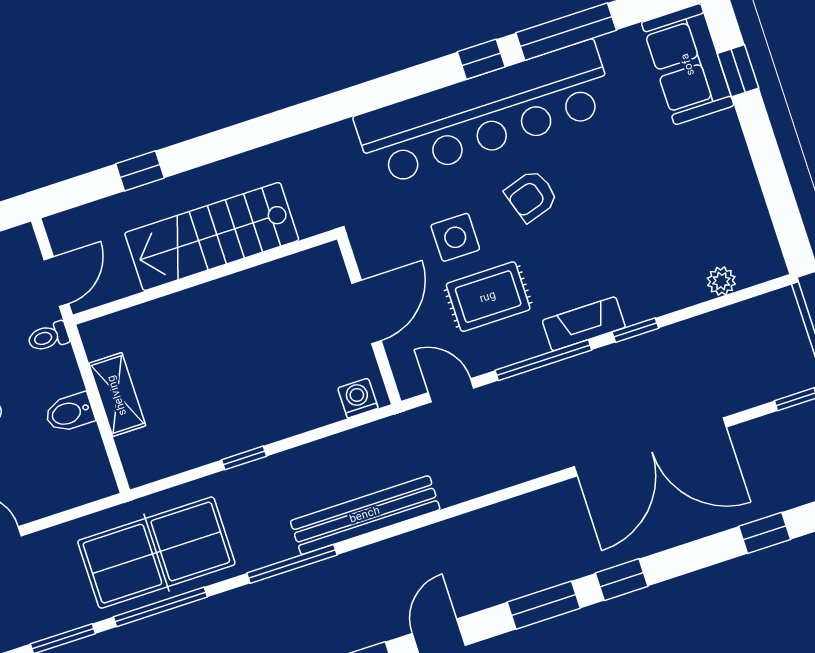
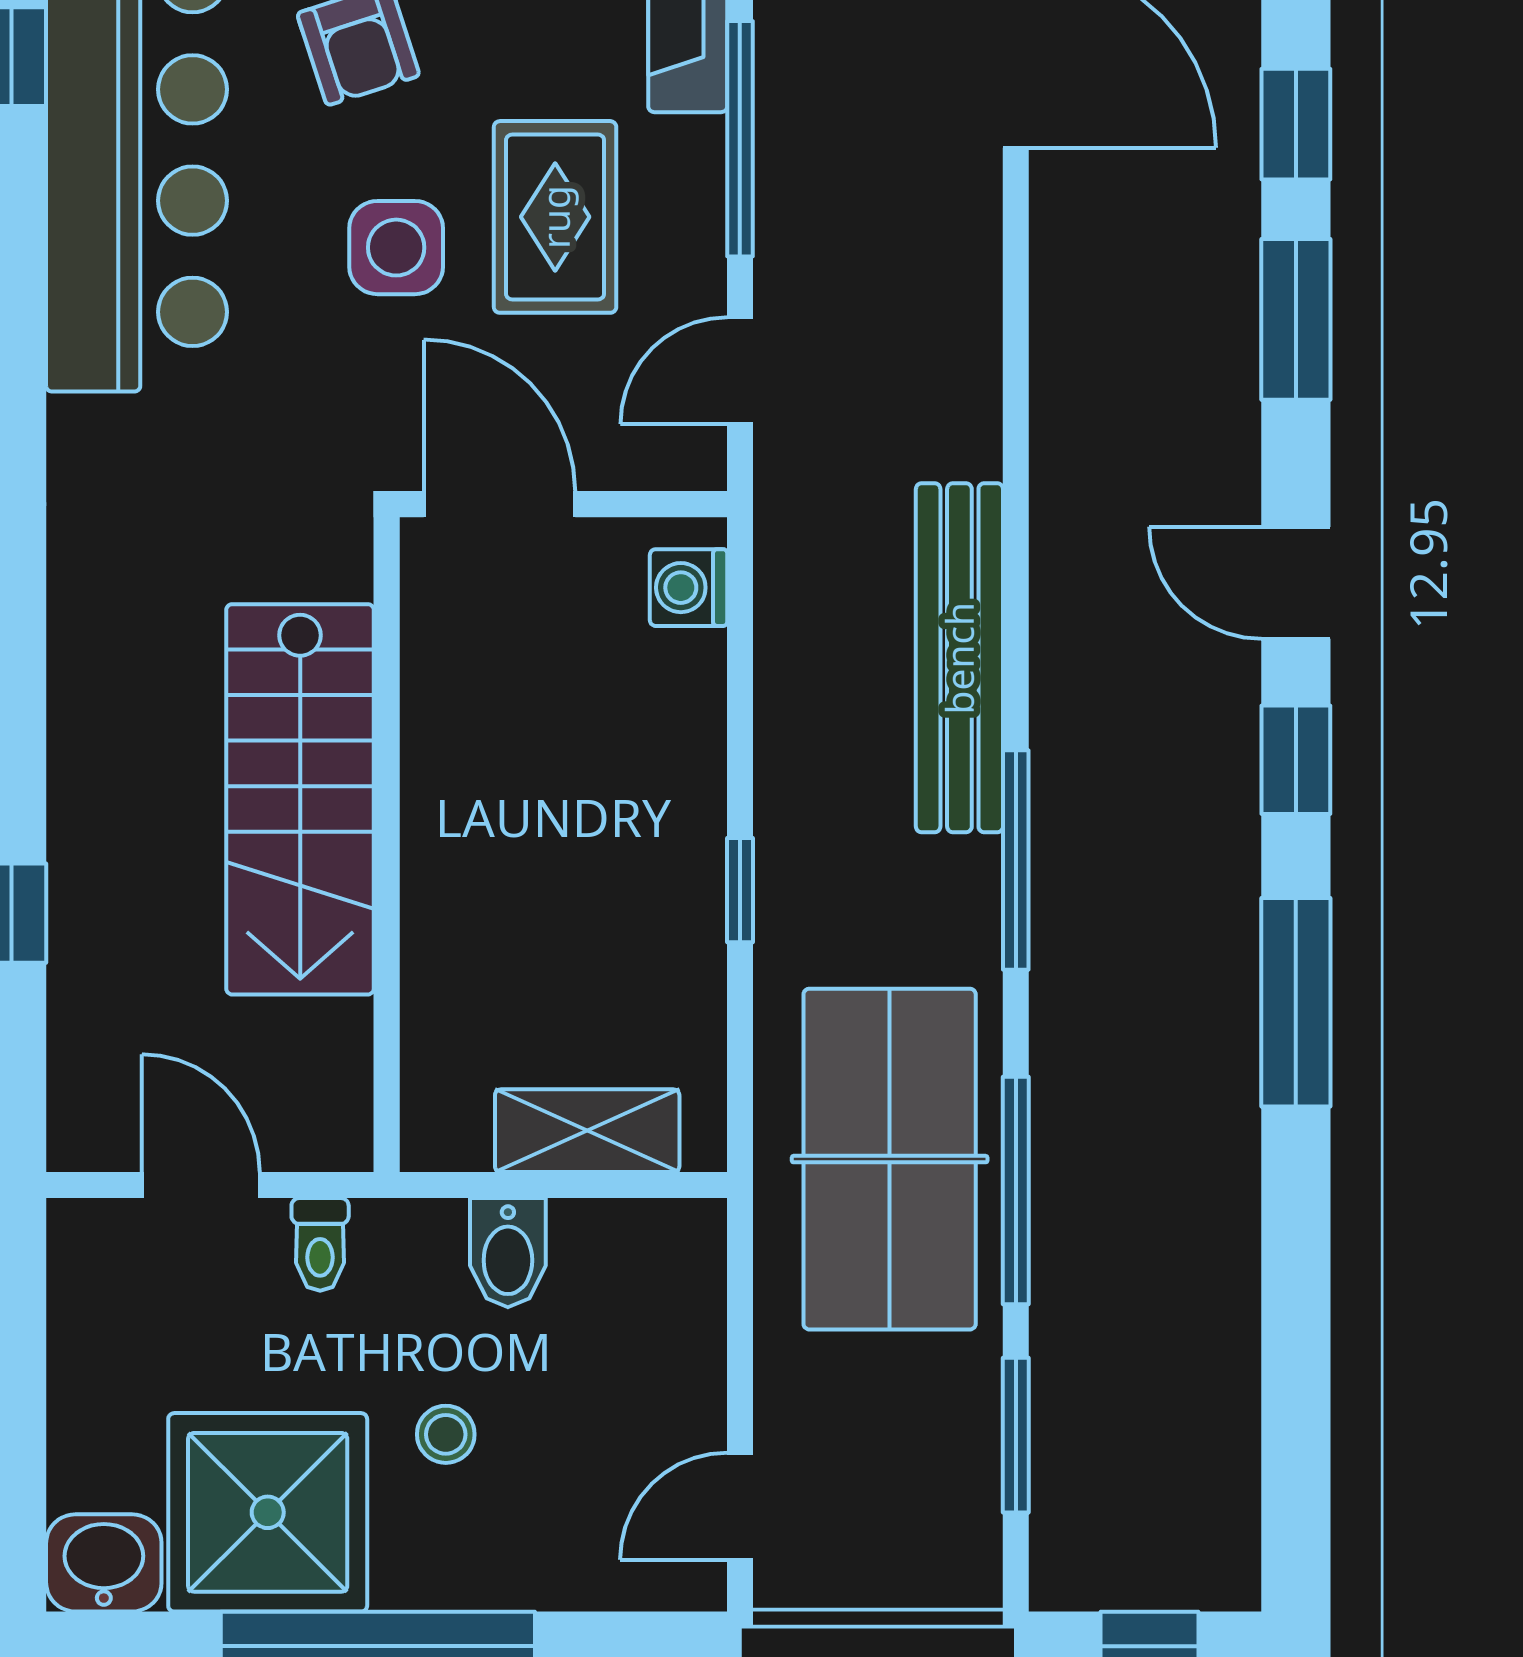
stairs: (212, 237) -> (300, 799), moved
wall: (205, 277) -> (387, 845), moved
shelving: (117, 395) -> (587, 1131), moved

